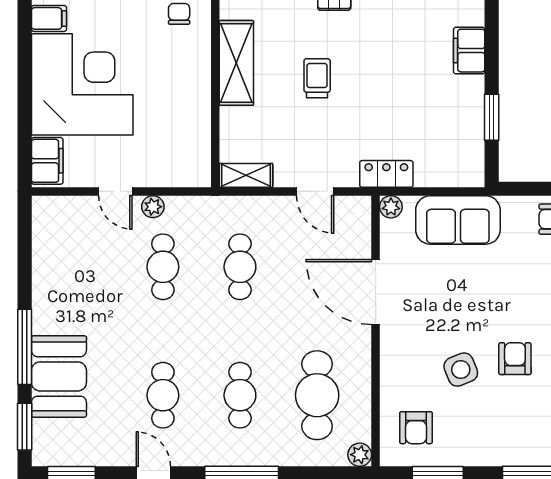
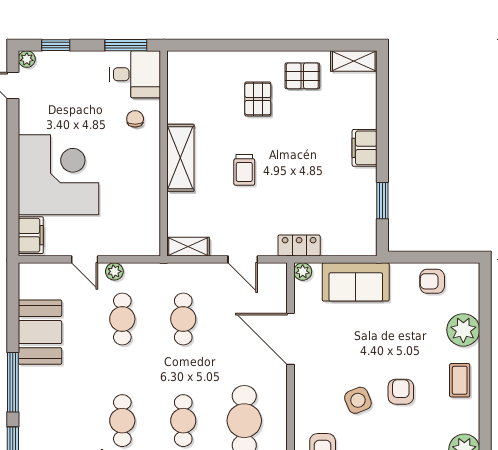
filing cabinet: (49, 18) -> (32, 123), removed
trolley: (317, 78) -> (244, 170), turned 180
booth: (59, 376) -> (40, 332), moved

